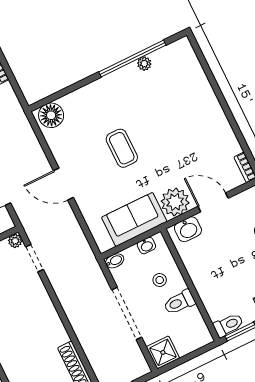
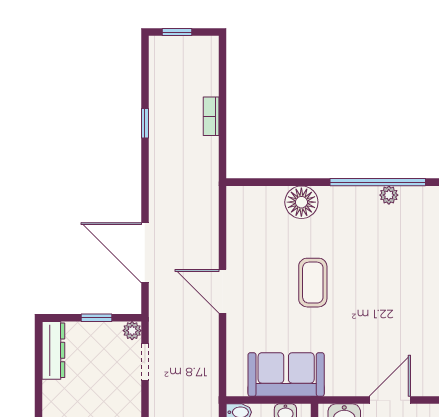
floor lamp: (51, 115) -> (301, 202), moved
plant: (175, 202) -> (345, 378), removed
door: (213, 202) -> (390, 400), hinge flipped

